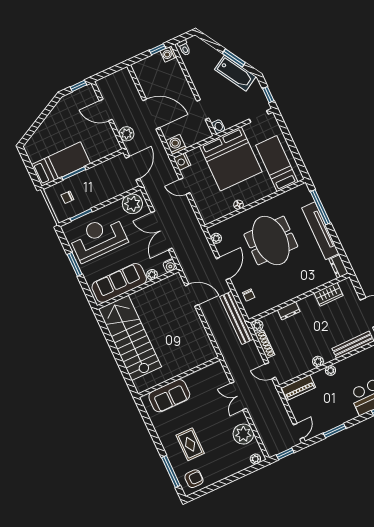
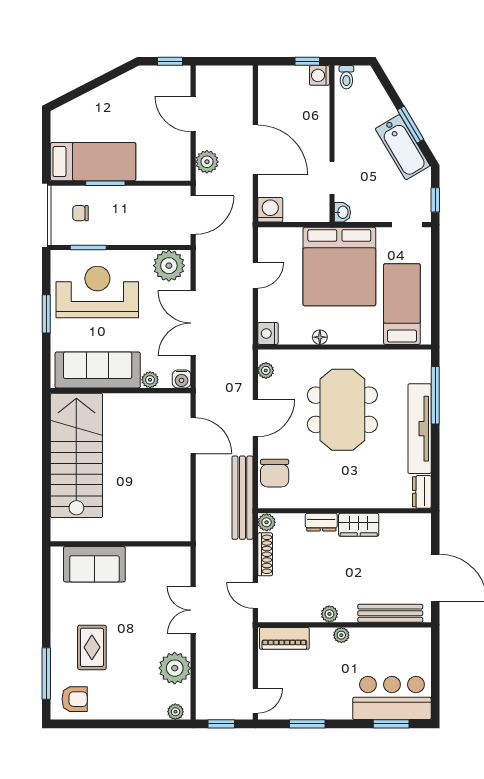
nightstand: (182, 162) -> (268, 333), moved
door: (185, 186) -> (255, 275), swing flipped
wardrobe: (328, 294) -> (359, 525), moved
chair: (249, 295) -> (275, 473), width x1.87, depth x1.87

